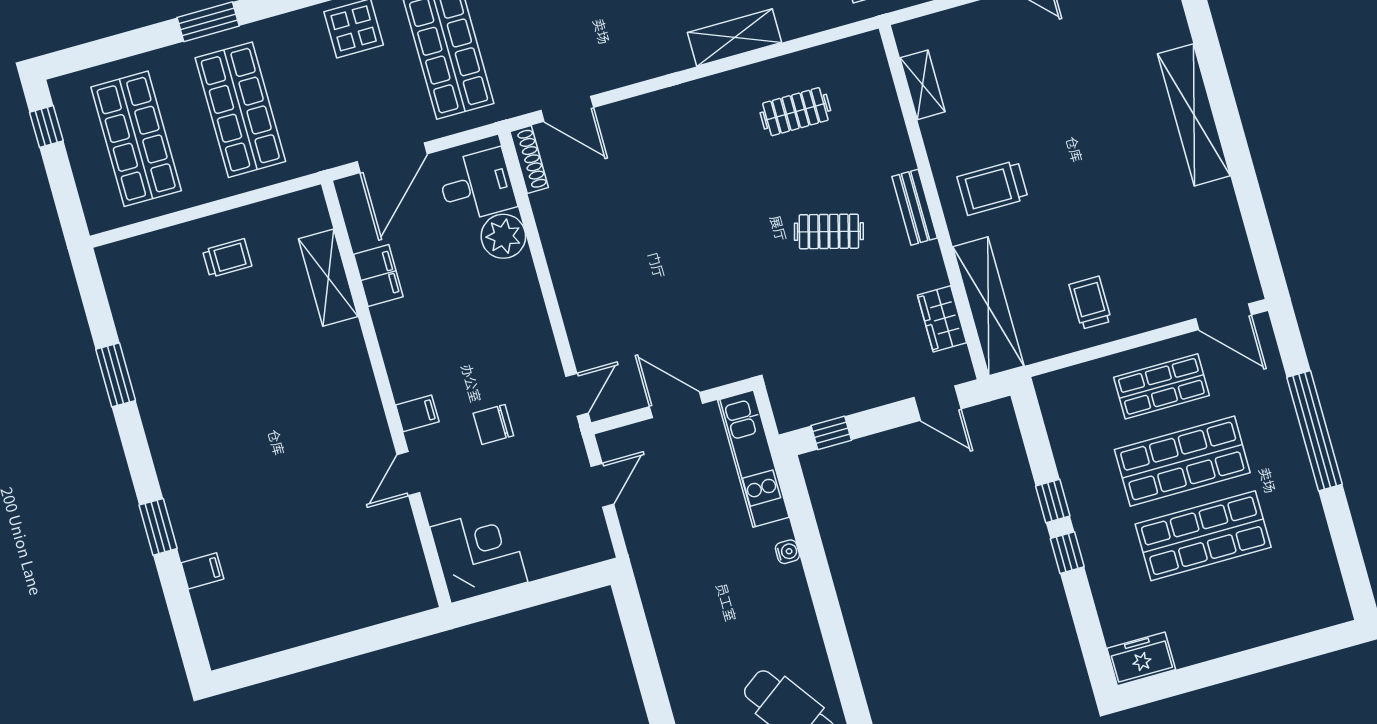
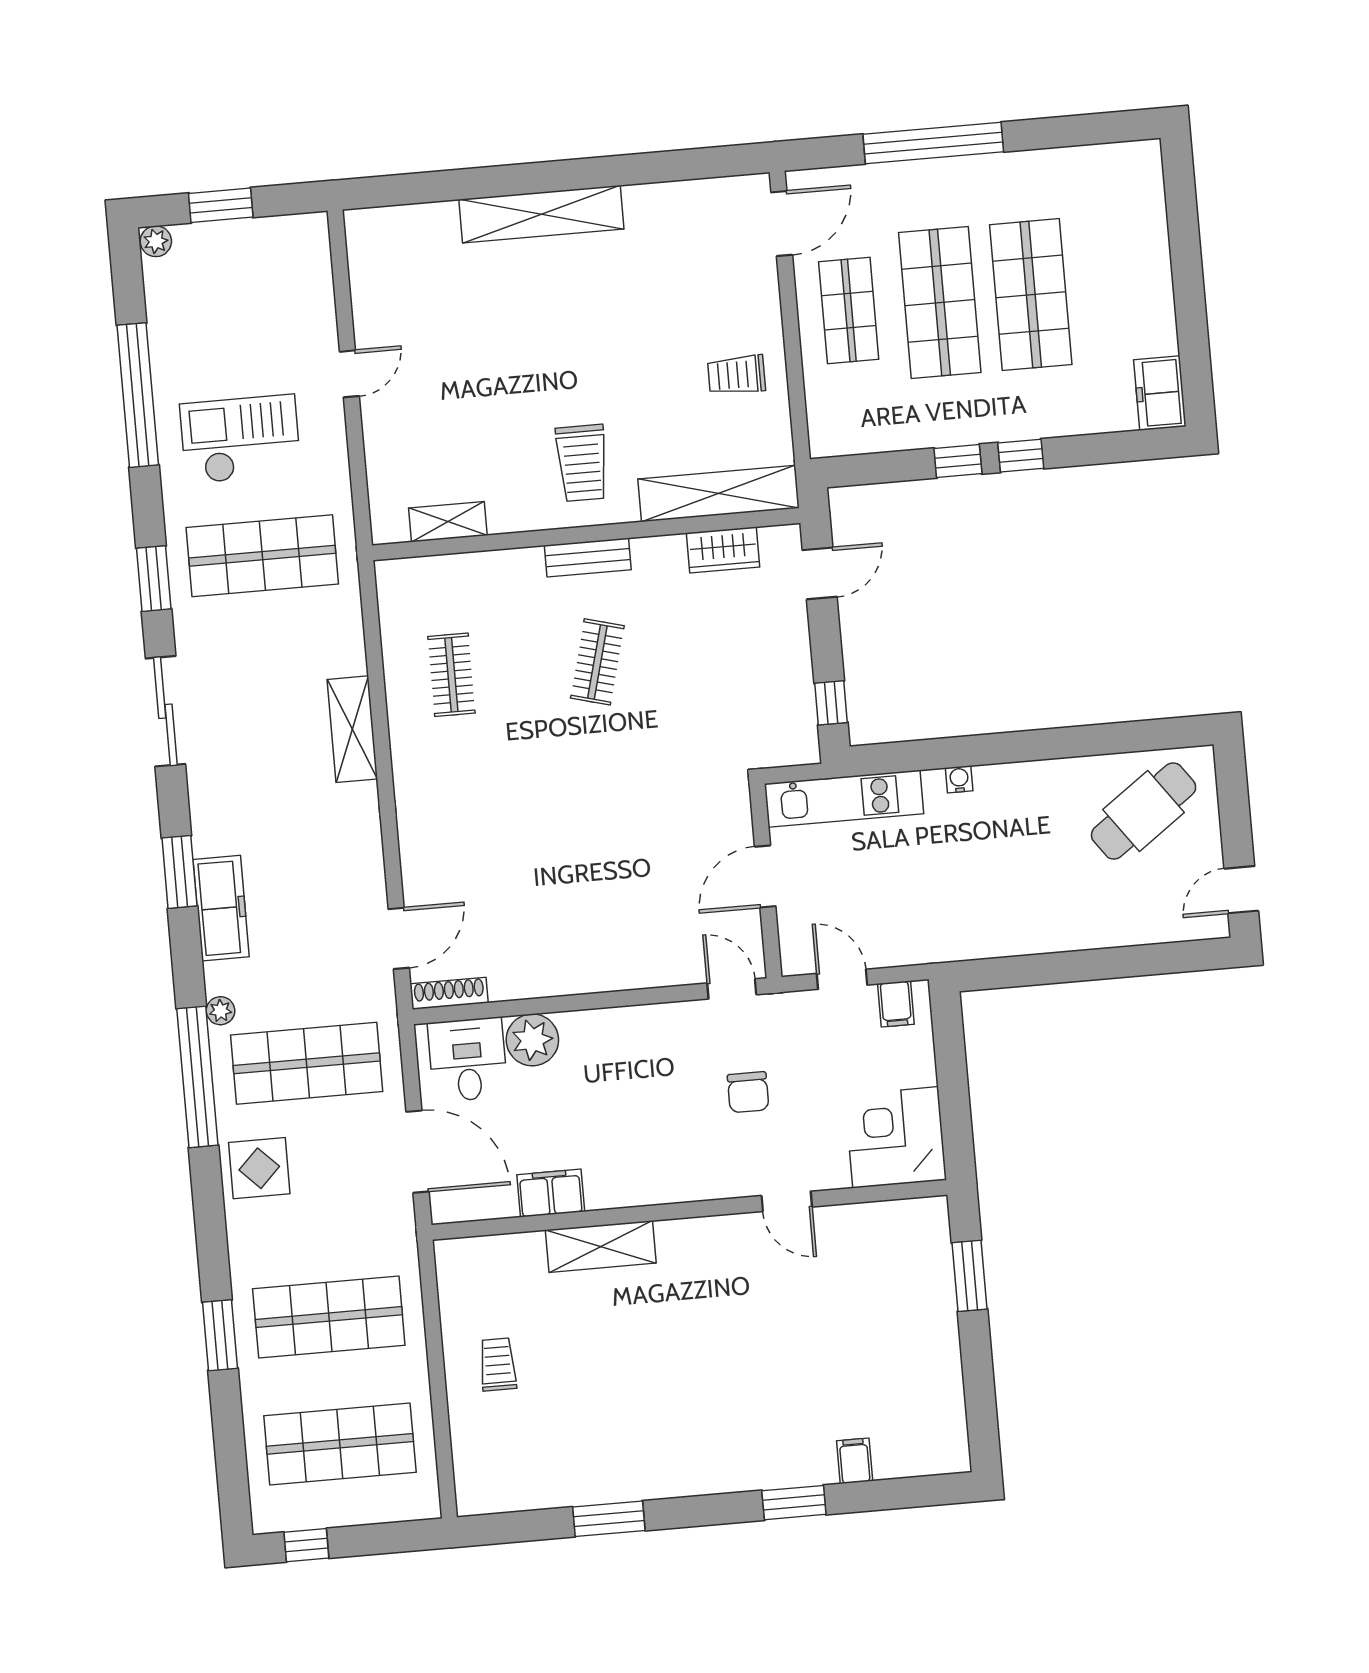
shelving: (328, 278) -> (601, 1247), moved
filing cabinet: (417, 413) -> (896, 1004), moved, turned 180
window: (375, 638) -> (969, 1276), added

